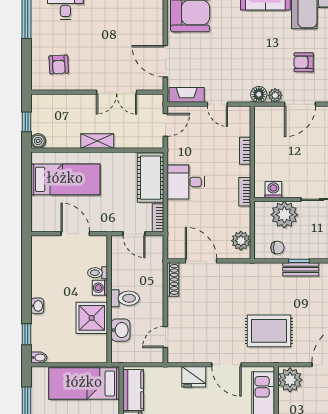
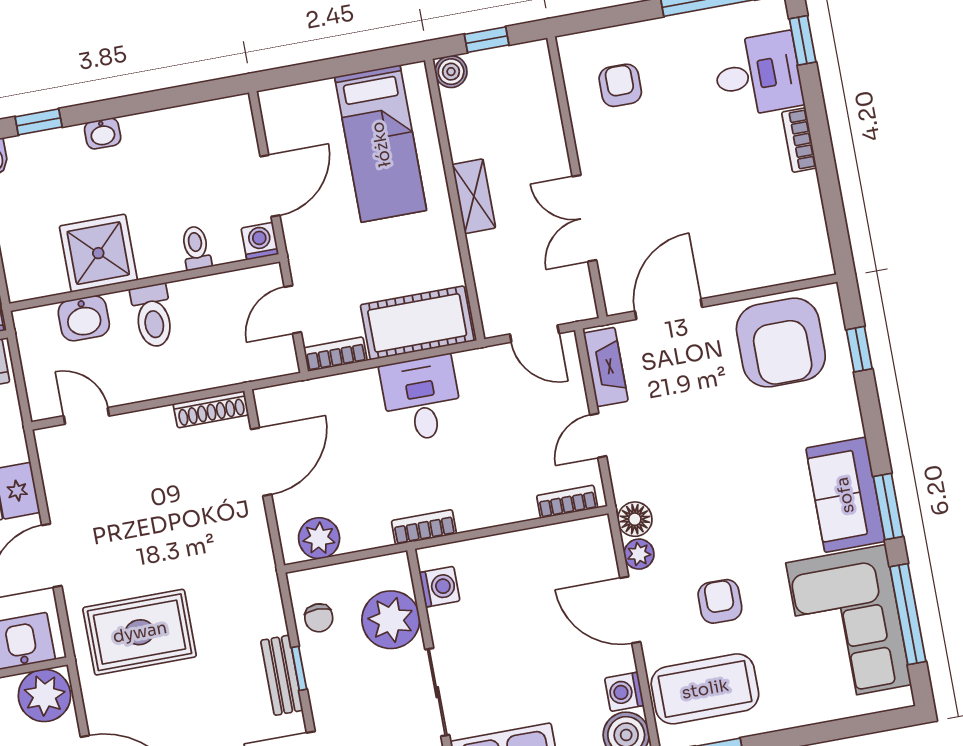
armchair: (59, 65) -> (620, 85), turned 93
bookcase: (245, 151) -> (567, 502), moved
washing machine: (100, 288) -> (260, 241), moved
rug: (269, 331) -> (140, 632), turned 90

